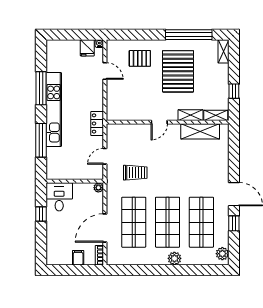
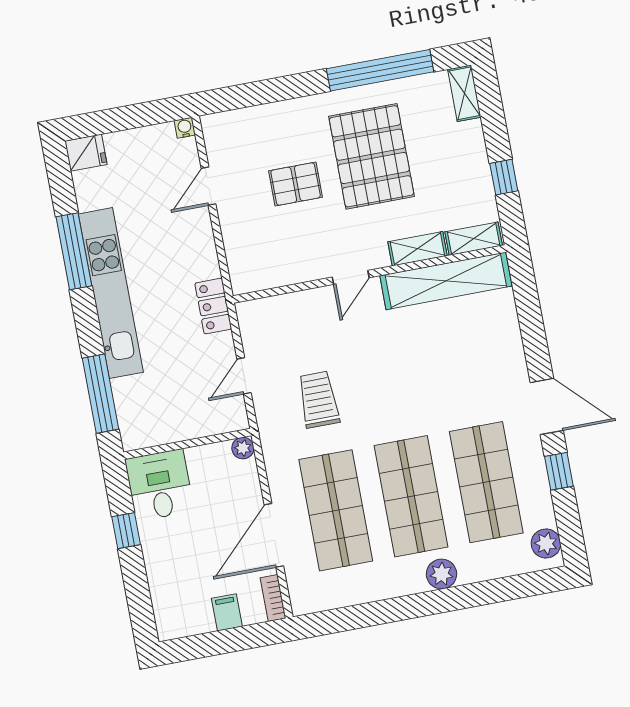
fridge: (87, 48) -> (86, 153), moved, turned -90
pallet: (140, 58) -> (296, 184), moved
door: (105, 71) -> (208, 186), swing flipped
shelving: (200, 131) -> (446, 281), width x1.47
window: (41, 140) -> (100, 394), moved
trolley: (135, 173) -> (319, 400), turned -90

